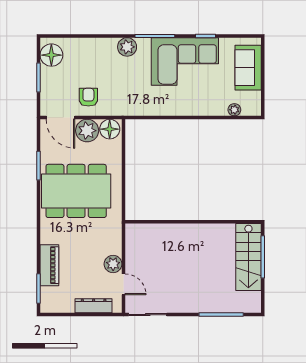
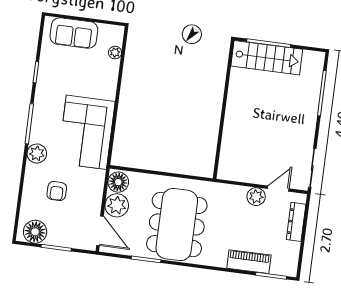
corner sofa: (185, 61) -> (86, 132), moved, turned 180
armchair: (88, 97) -> (57, 191), moved, turned -90
door: (60, 118) -> (100, 231), hinge flipped

